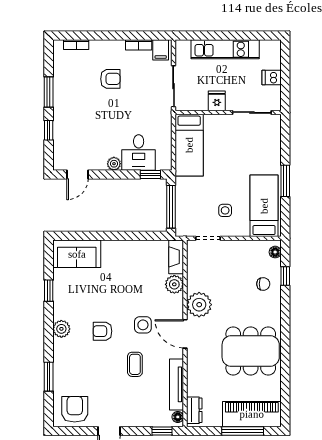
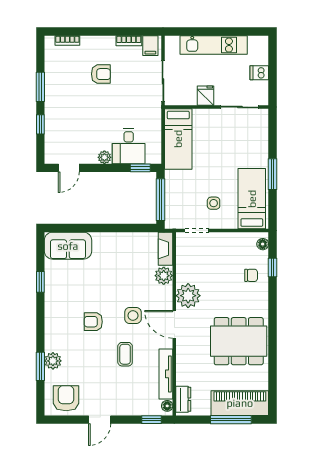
plant: (61, 329) -> (53, 361), moved

